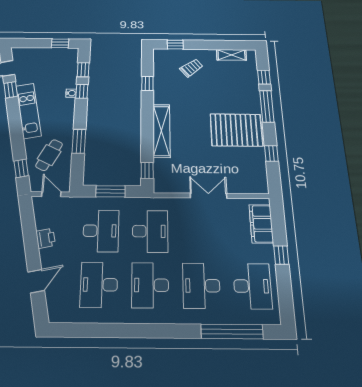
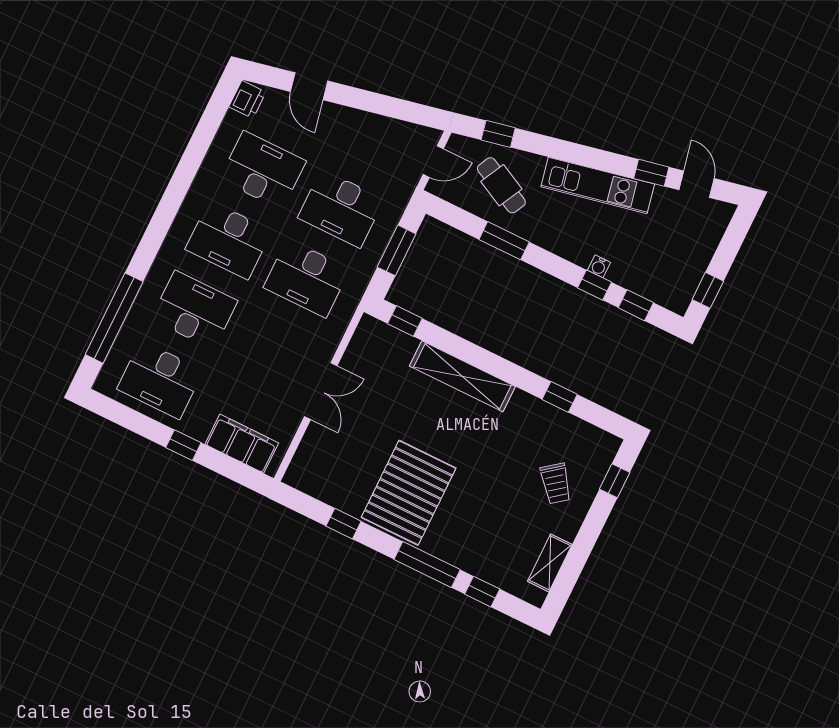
printer: (46, 238) -> (247, 99), moved, turned -78
desk: (150, 285) -> (229, 240), turned 180

